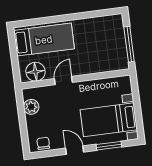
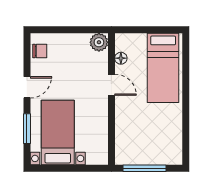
floor lamp: (36, 72) -> (121, 58), width x0.53, depth x0.53
plant: (31, 107) -> (99, 42), moved

